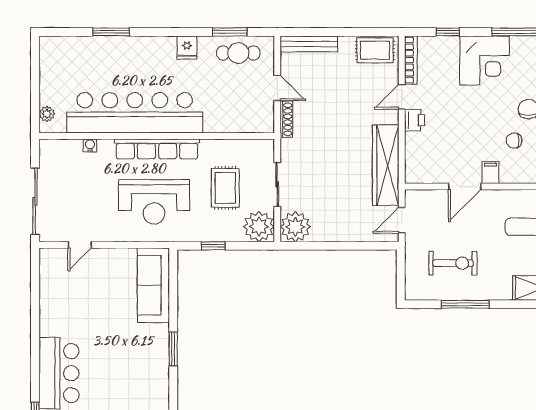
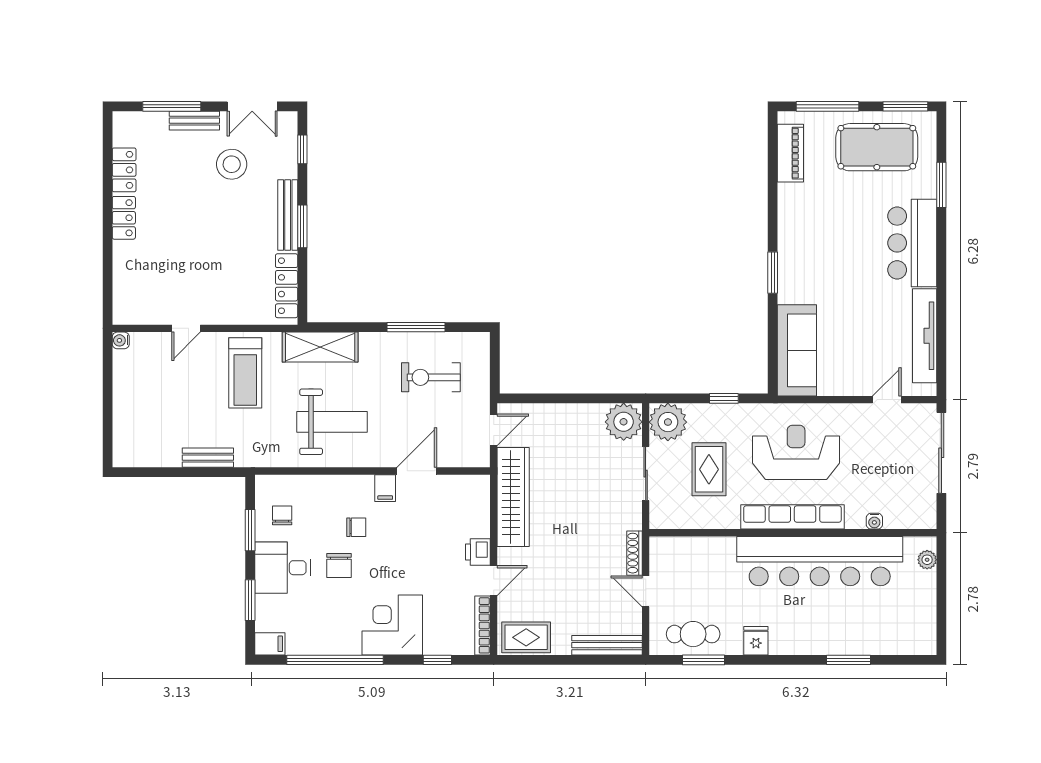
tv unit: (49, 297) -> (925, 336), added

